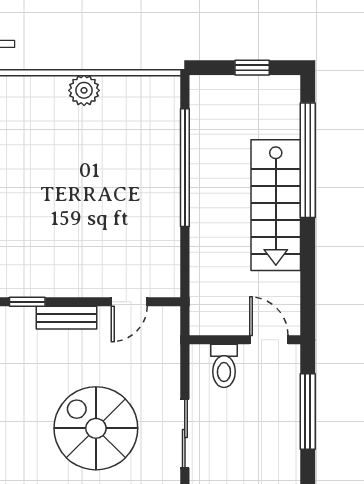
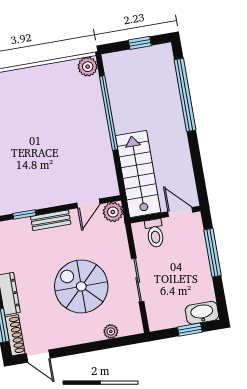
plant: (84, 90) -> (88, 67), moved
stairs: (276, 205) -> (138, 174), moved, turned 180
plant: (165, 322) -> (113, 212), added

